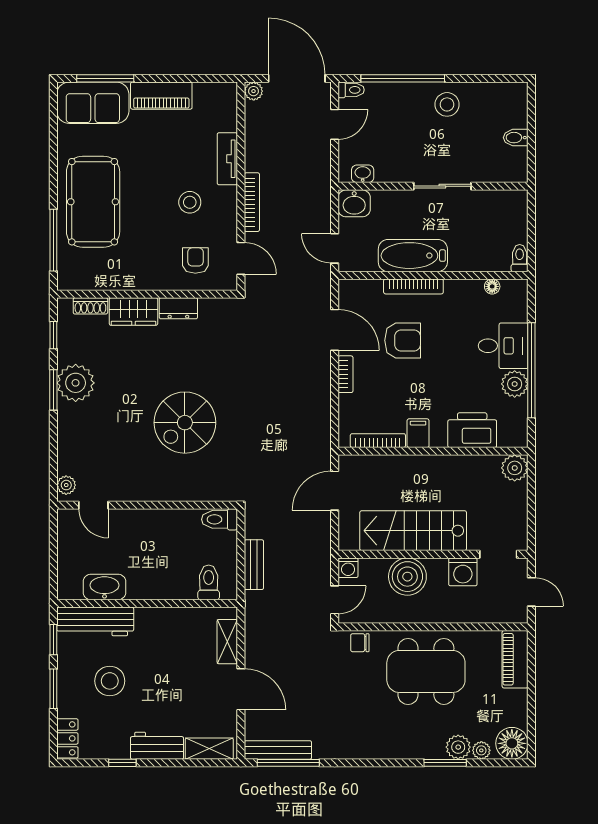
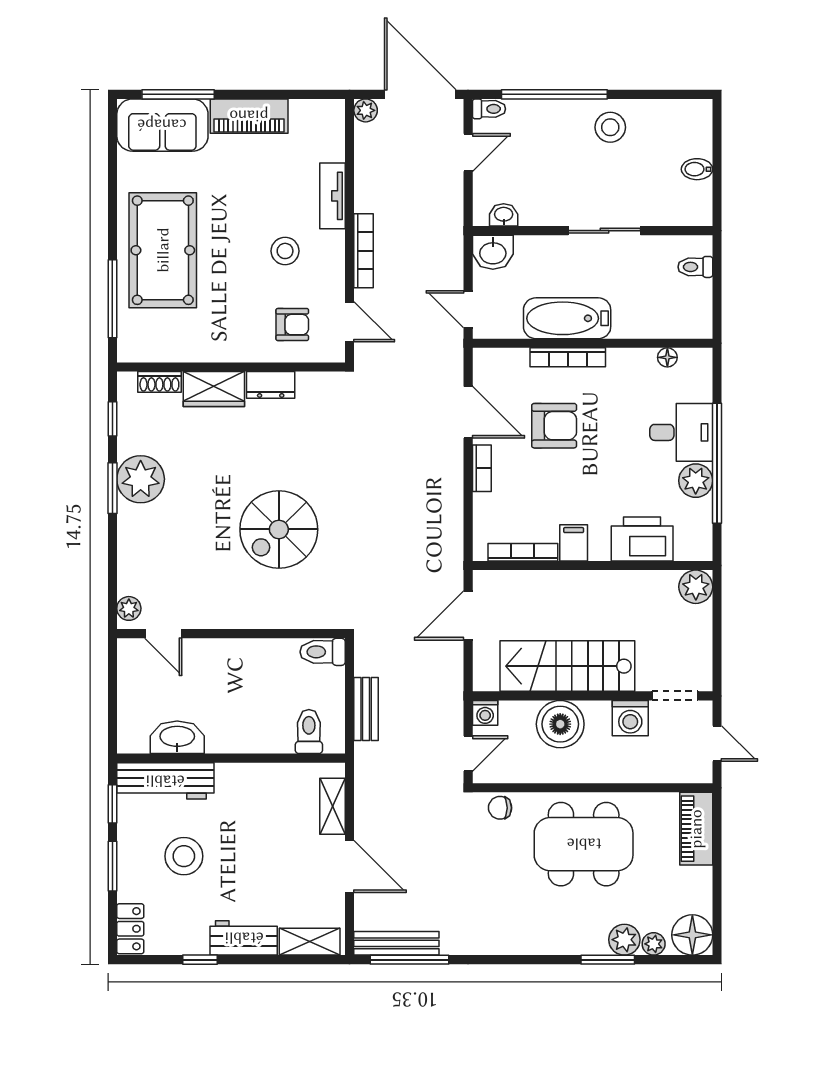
toilet: (520, 258) -> (695, 267), moved, turned -90
armchair: (195, 260) -> (292, 325), turned 90

